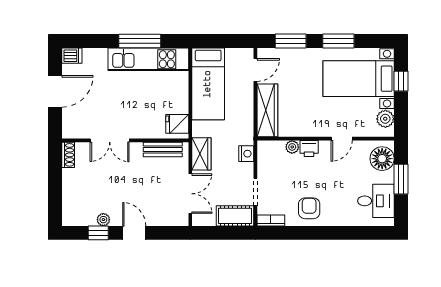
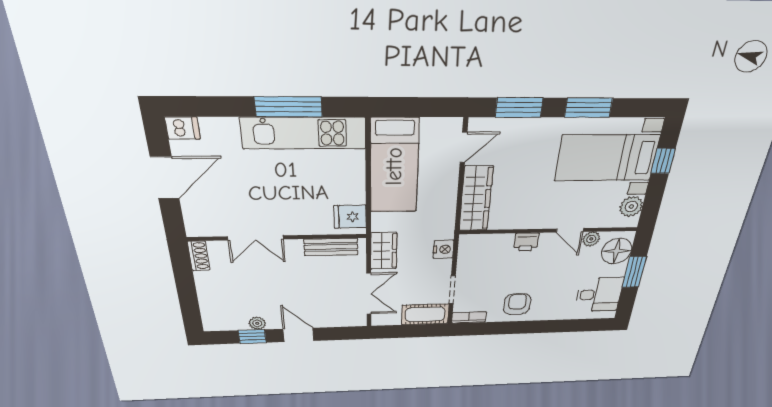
door: (342, 139) -> (570, 230), hinge flipped
plant: (292, 147) -> (591, 239), moved

